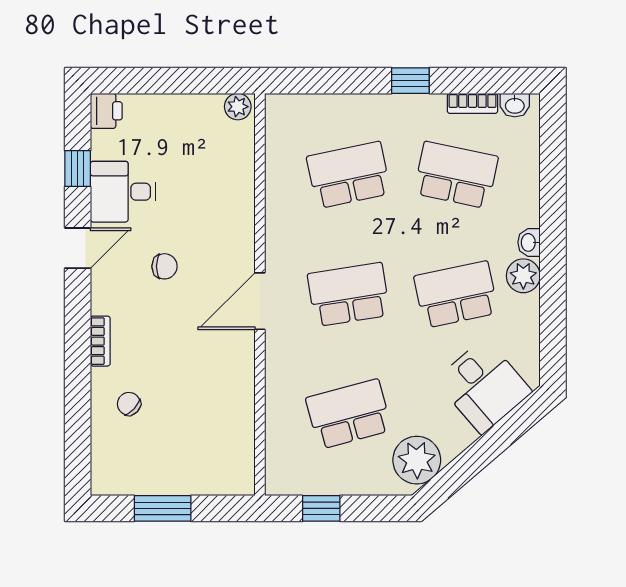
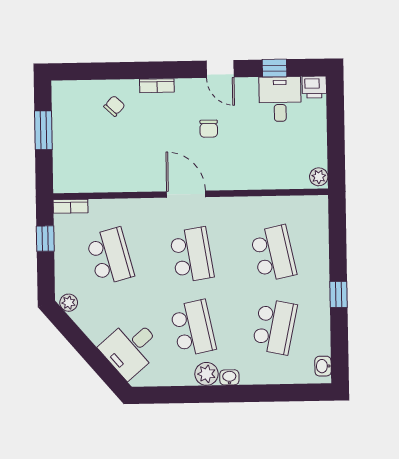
bookcase: (472, 103) -> (71, 206), moved, turned -90
desk: (123, 192) -> (280, 99), moved
plant: (417, 460) -> (69, 303), width x0.53, depth x0.53

